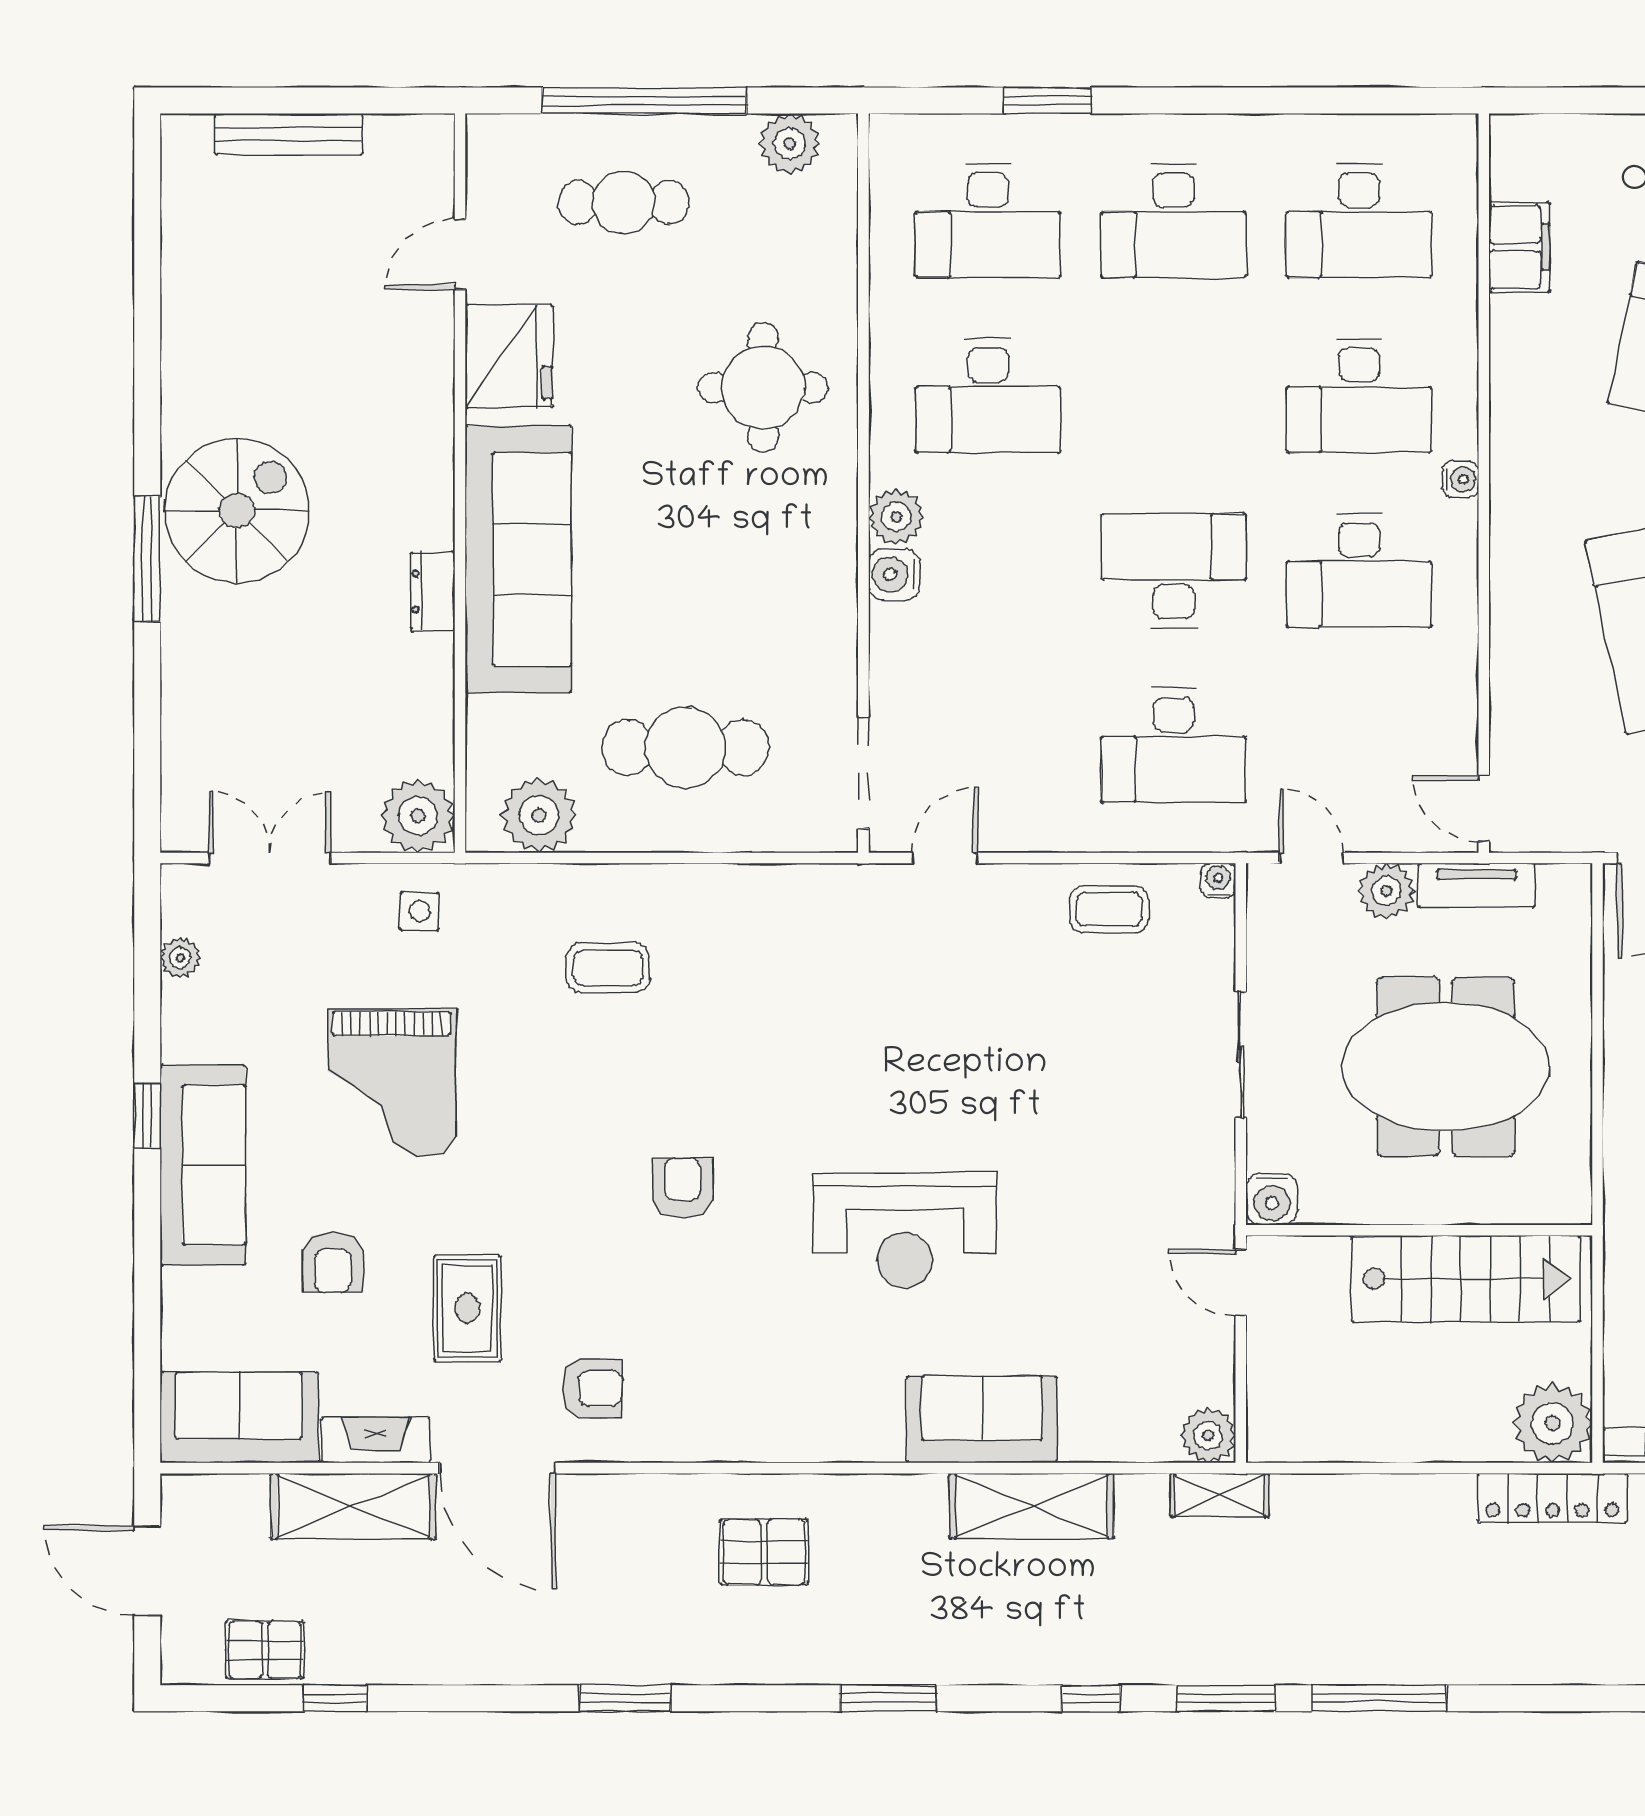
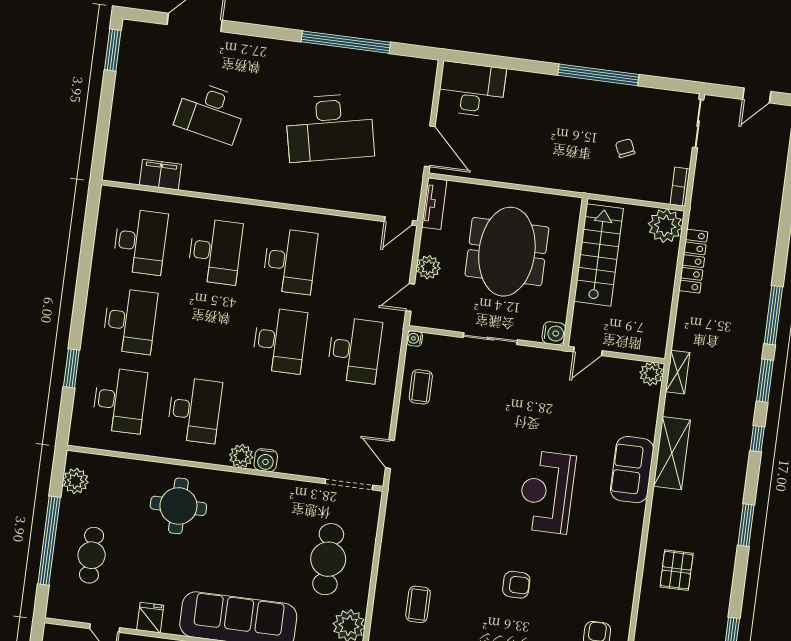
fridge: (509, 356) -> (150, 618), width x0.53, depth x0.75
water cooler: (1460, 479) -> (256, 213), removed
desk: (1174, 571) -> (280, 340), turned 180
tv unit: (1476, 885) -> (434, 204), moved
armchair: (683, 1188) -> (516, 585), turned 180
reception desk: (905, 1230) -> (547, 492), turned 180
locker: (1552, 1498) -> (693, 261), moved

